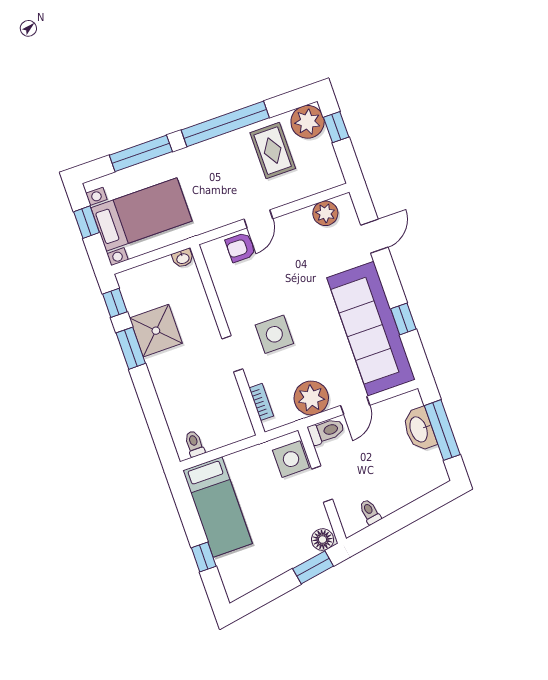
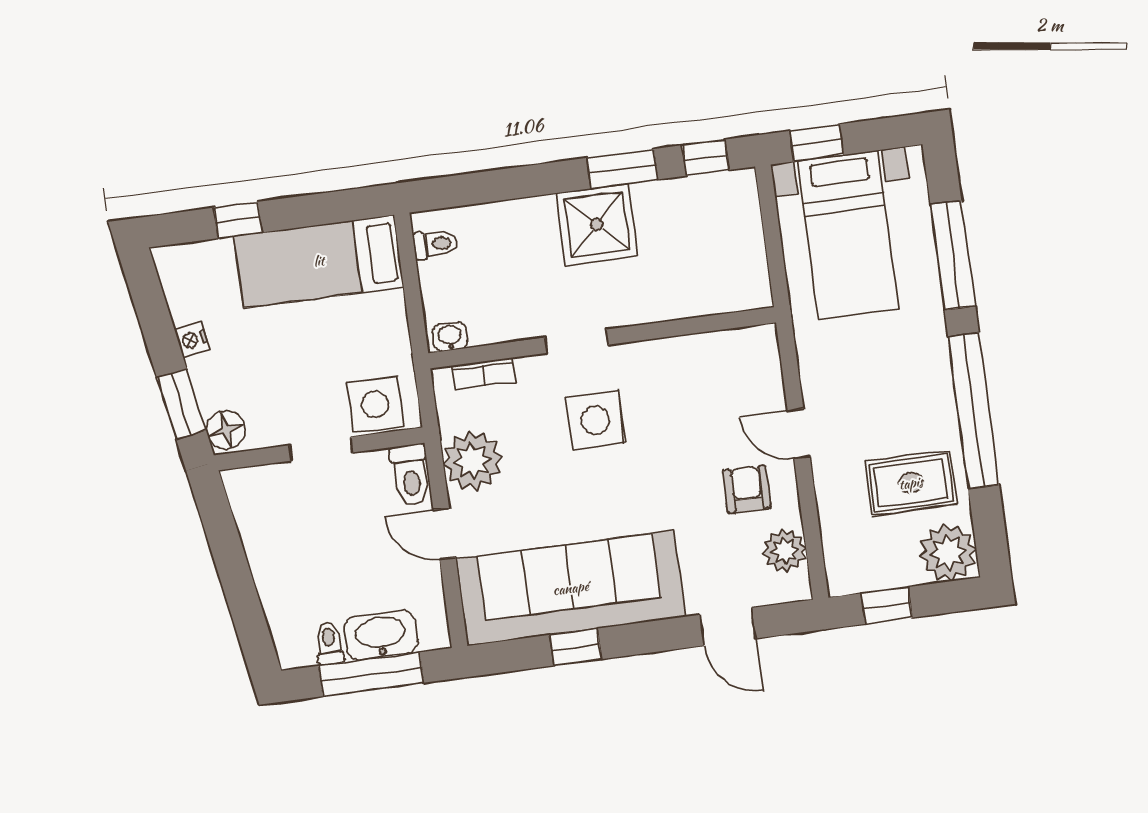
window: (336, 127) -> (887, 605), moved
window: (87, 222) -> (816, 143), moved
armchair: (240, 247) -> (747, 489), moved
washbasin: (183, 258) -> (450, 337), moved, turned 90
shower: (156, 331) -> (597, 224), moved
toilet: (370, 512) -> (329, 643), moved, turned -80
nightstand: (276, 569) -> (192, 340), added

